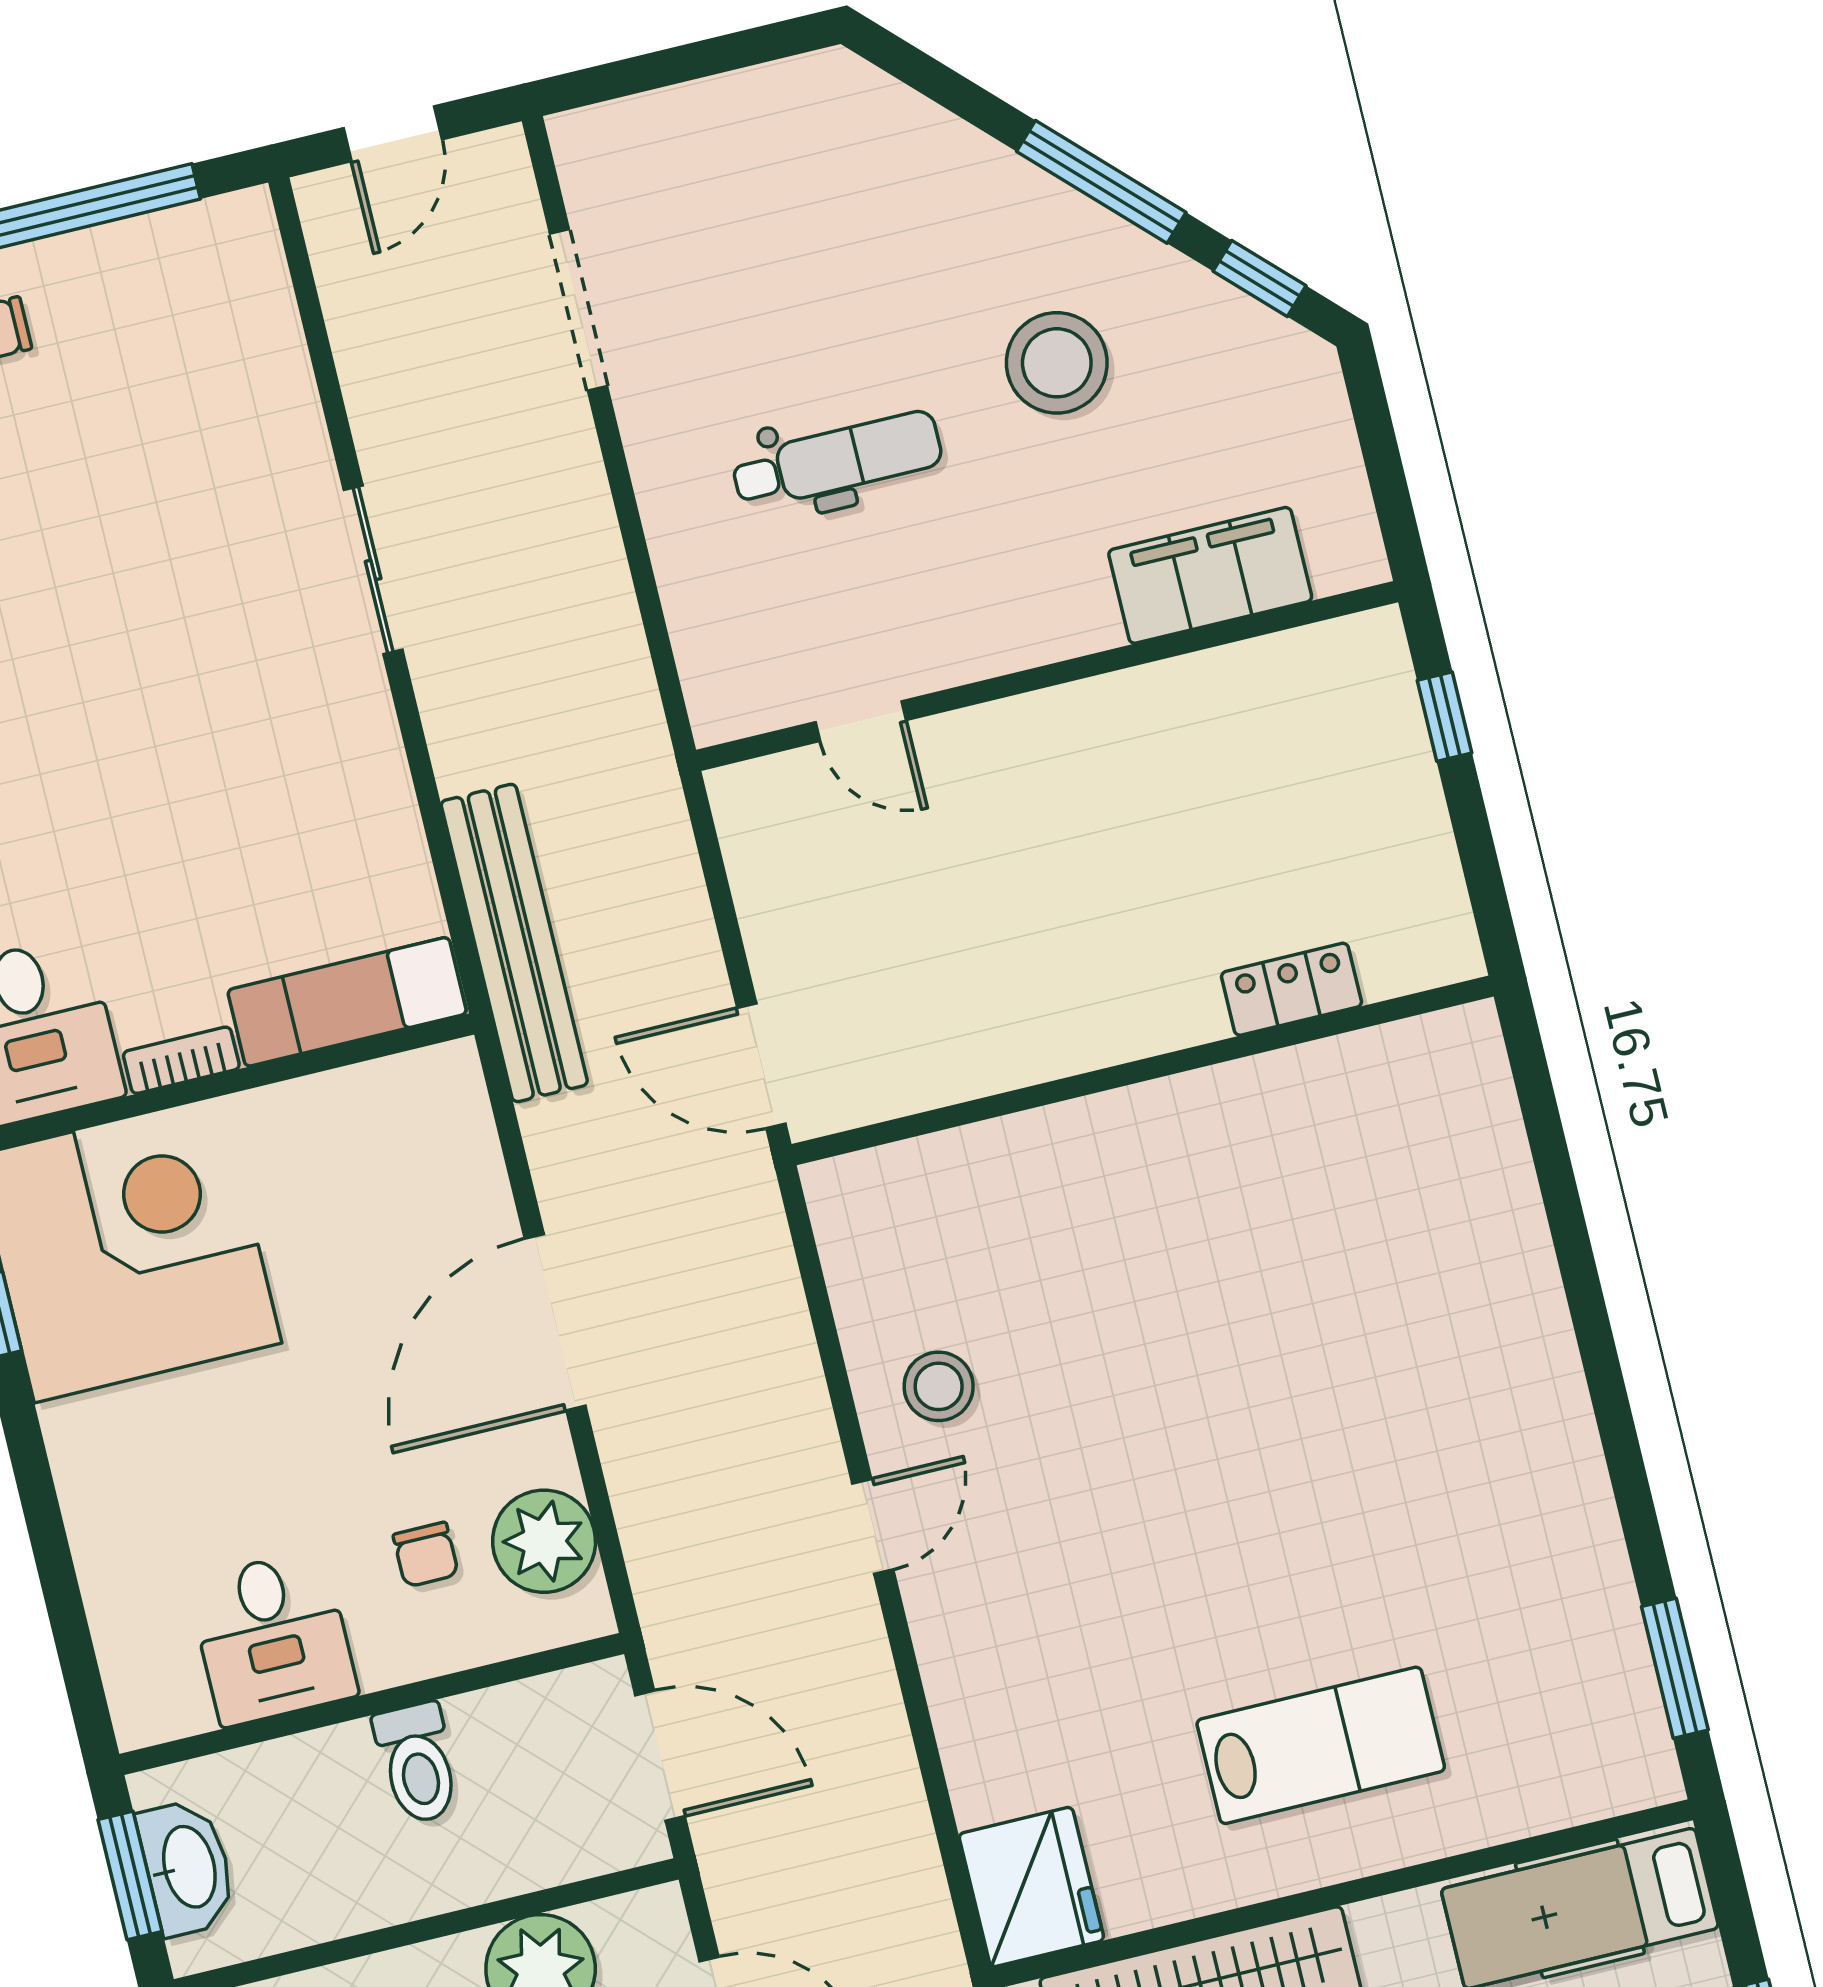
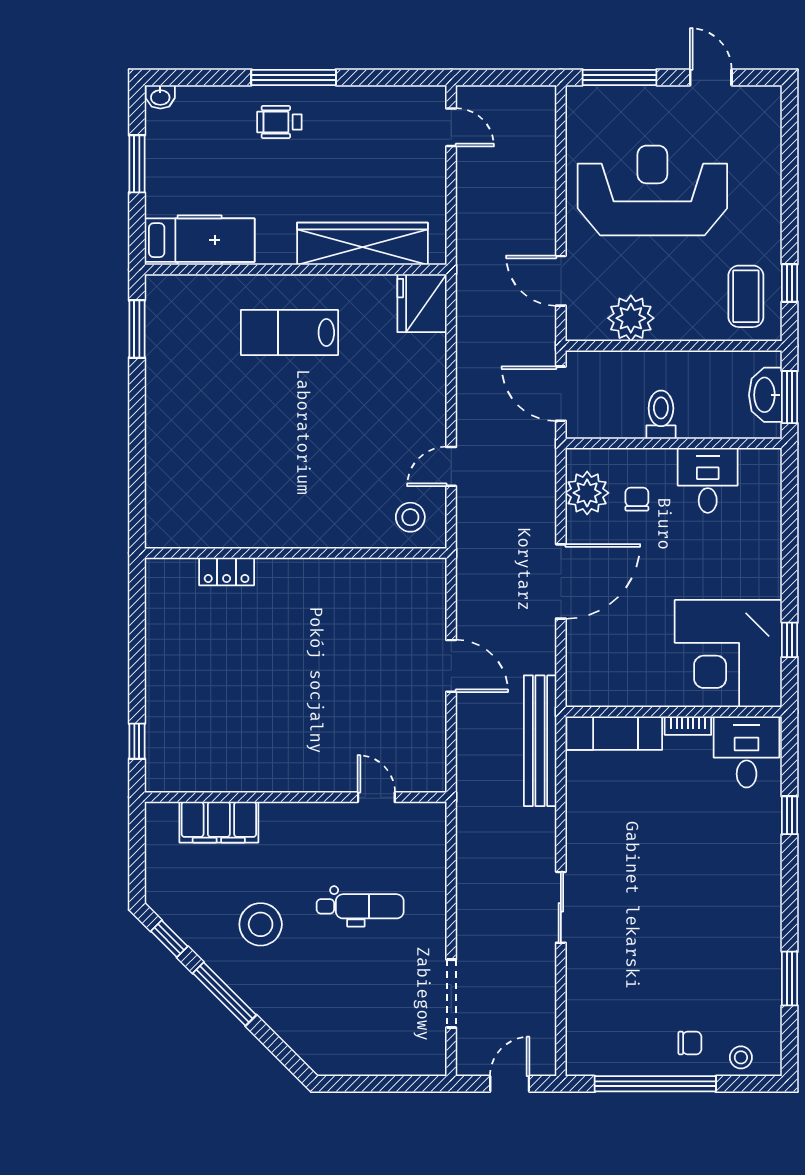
dental chair: (837, 460) -> (360, 906), turned 180
locker: (1291, 989) -> (227, 572), moved
wall: (1143, 1070) -> (296, 553), moved

